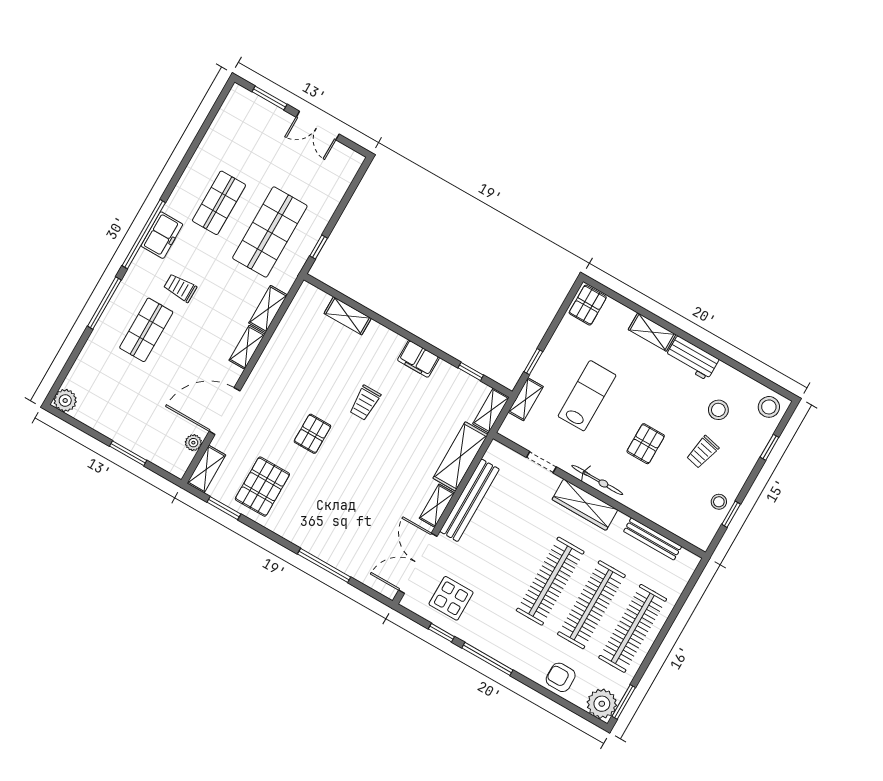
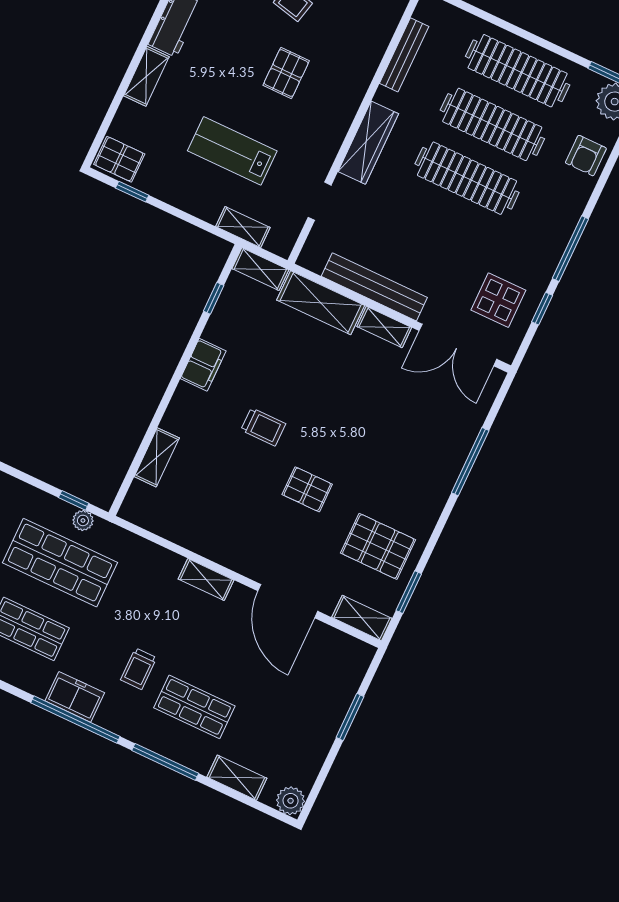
shelving: (268, 309) -> (237, 778), moved
window: (533, 362) -> (132, 192), moved
plant: (193, 443) -> (83, 520), moved
pallet: (646, 444) -> (286, 73), turned 90
bicycle: (597, 480) -> (336, 130), removed

